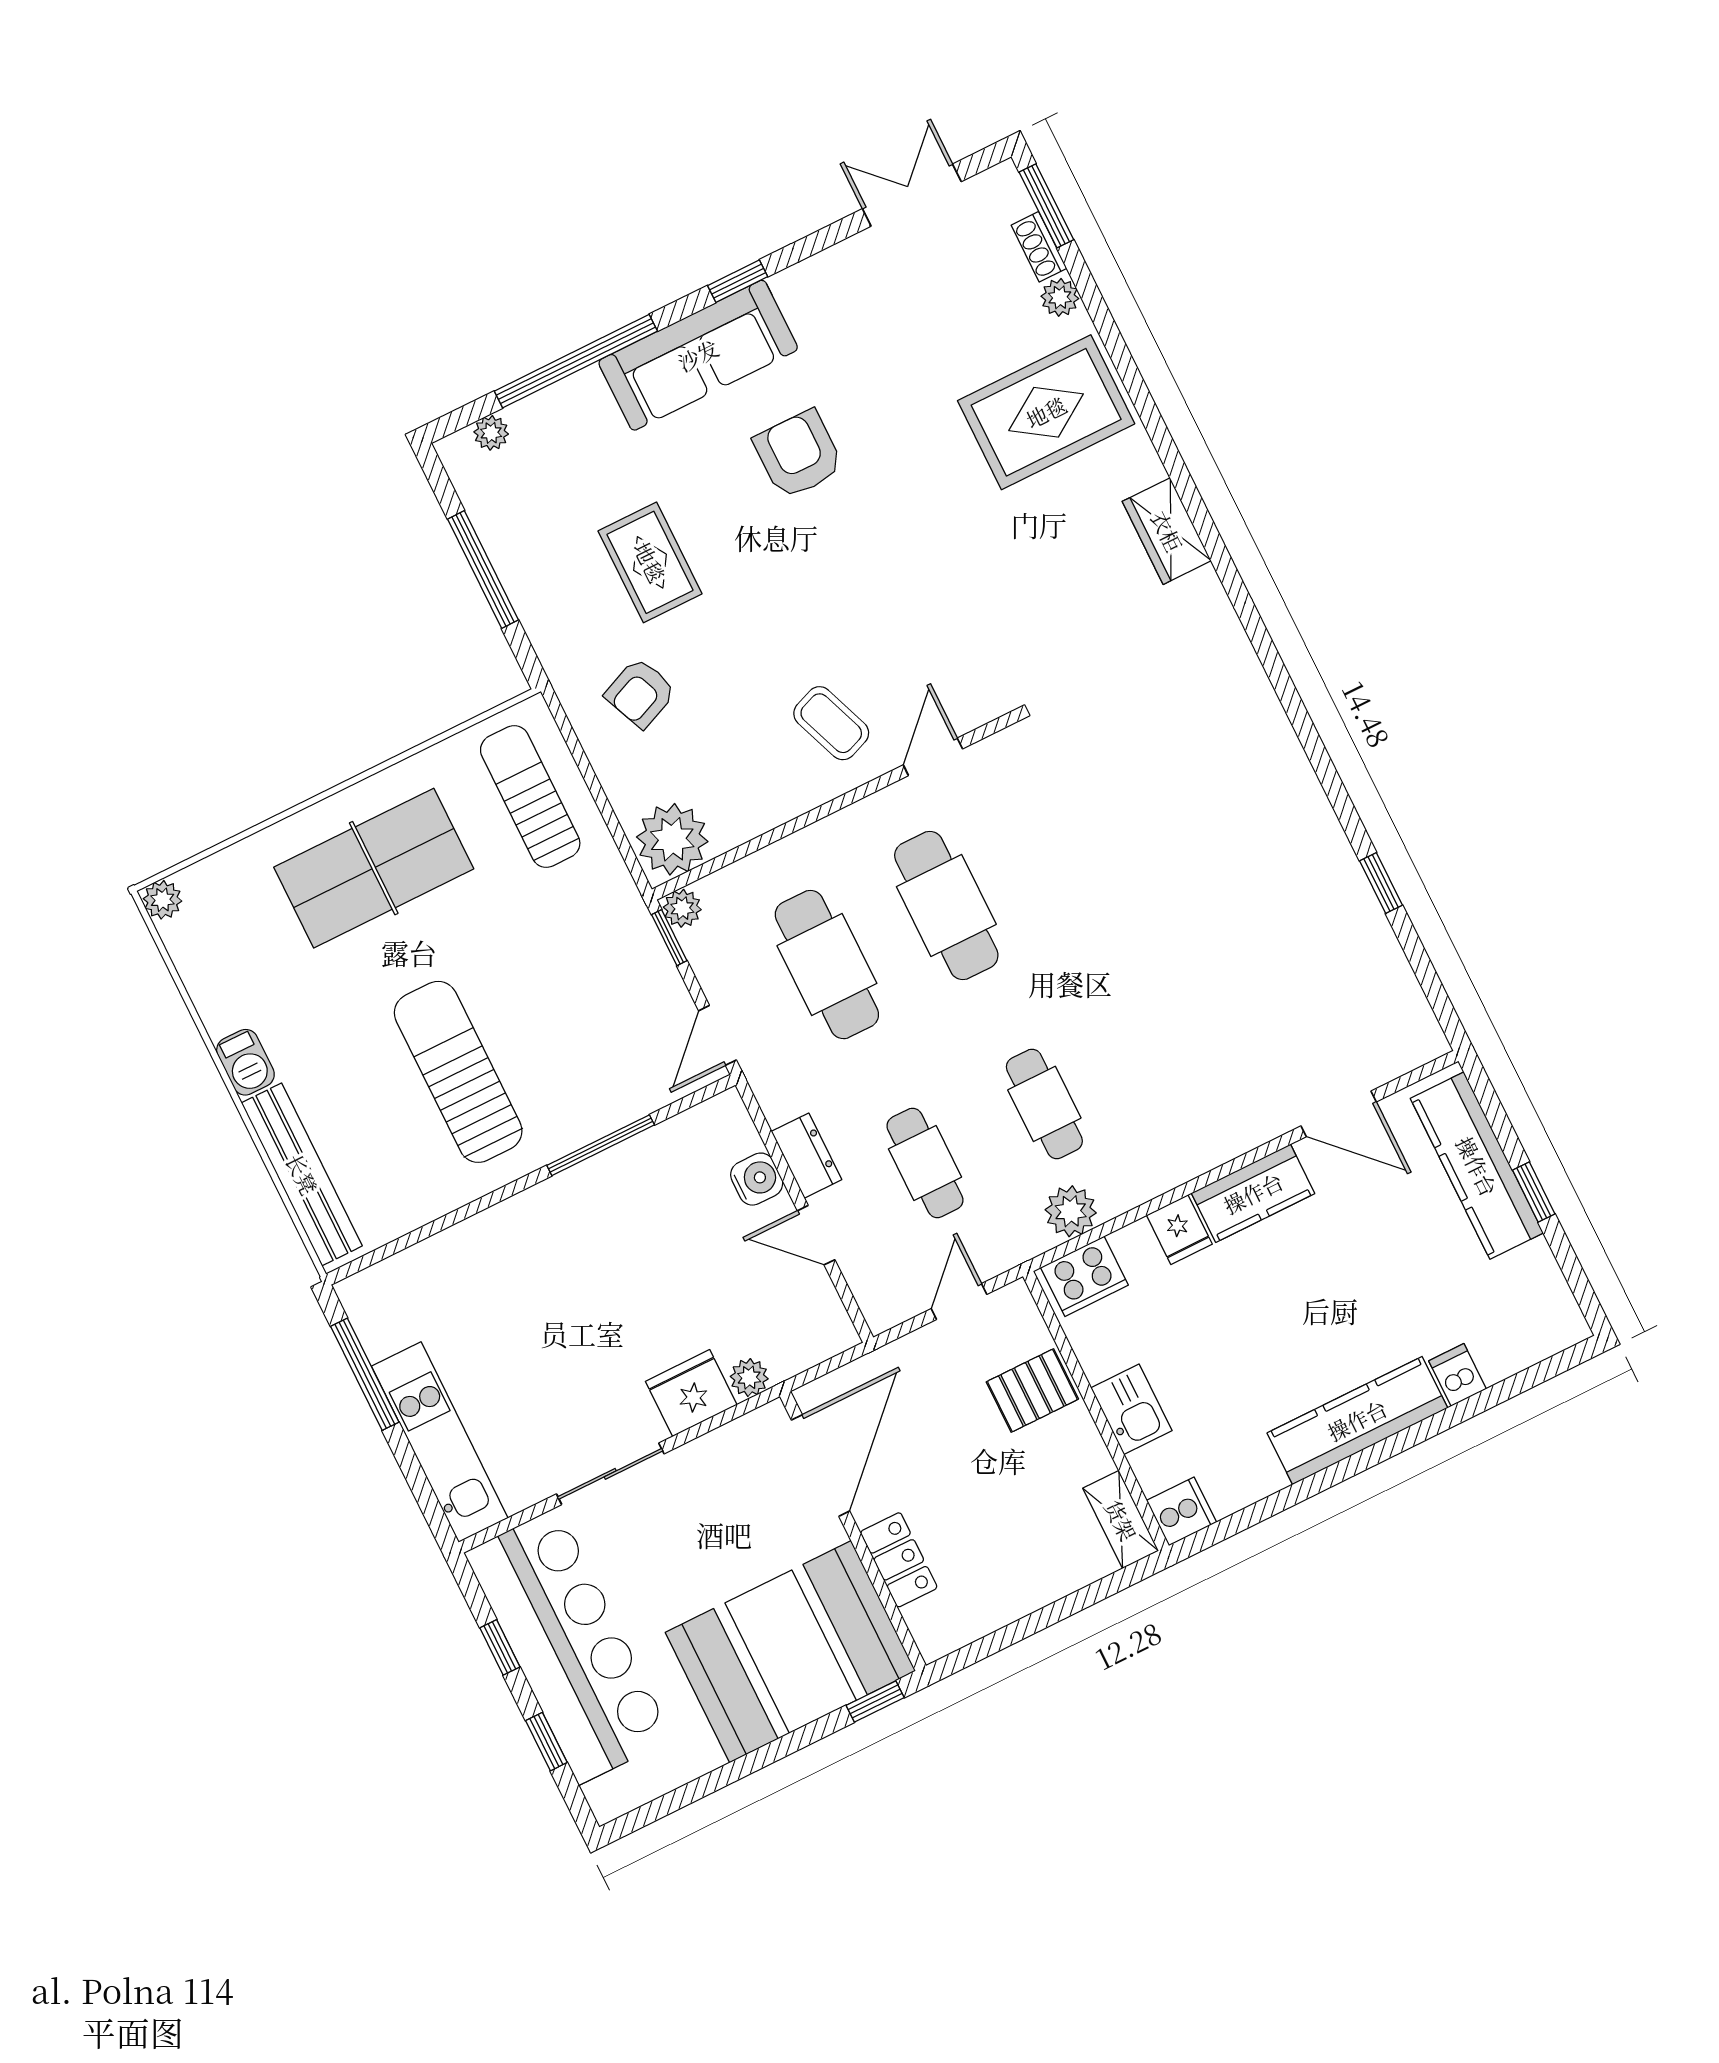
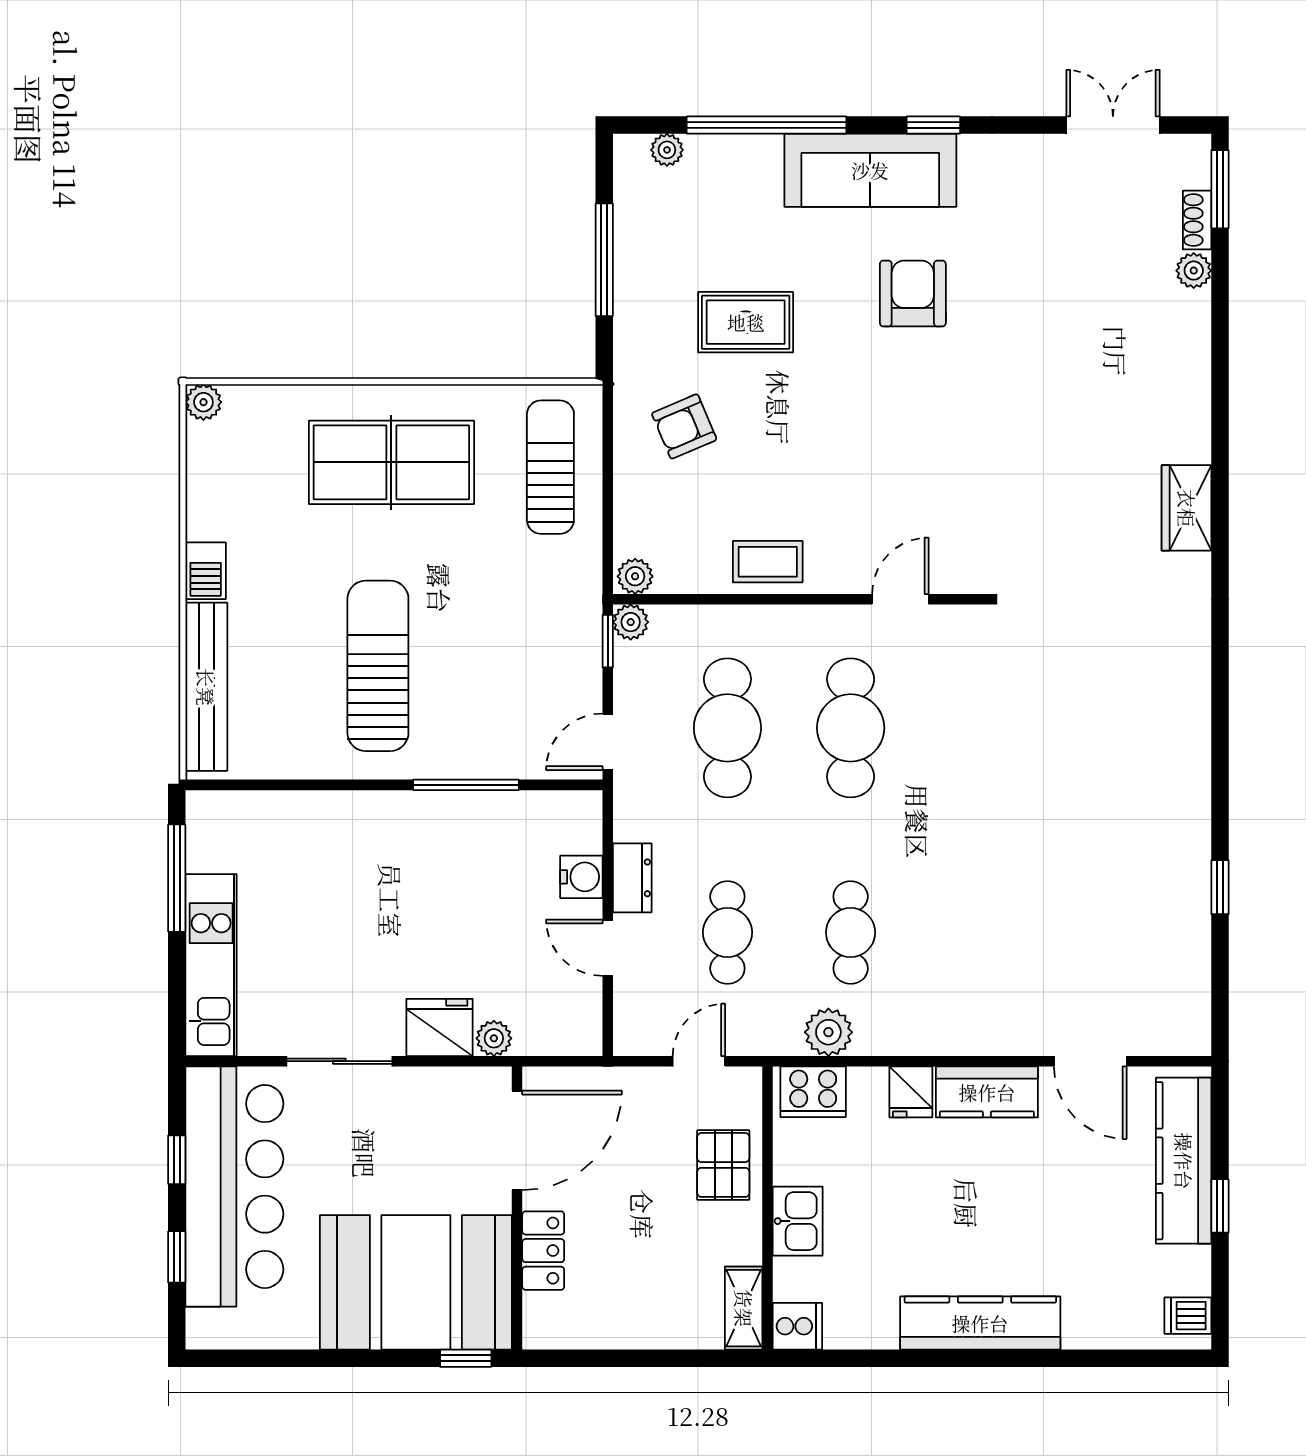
rug: (1046, 412) -> (1135, 360), removed
rug: (650, 562) -> (746, 322), turned 90
coffee table: (831, 723) -> (768, 562), moved, turned -69
plant: (672, 839) -> (635, 576), width x0.53, depth x0.53
dishwasher: (1458, 1375) -> (1188, 1316), moved, turned -90
pallet: (1032, 1390) -> (723, 1165), turned 90

